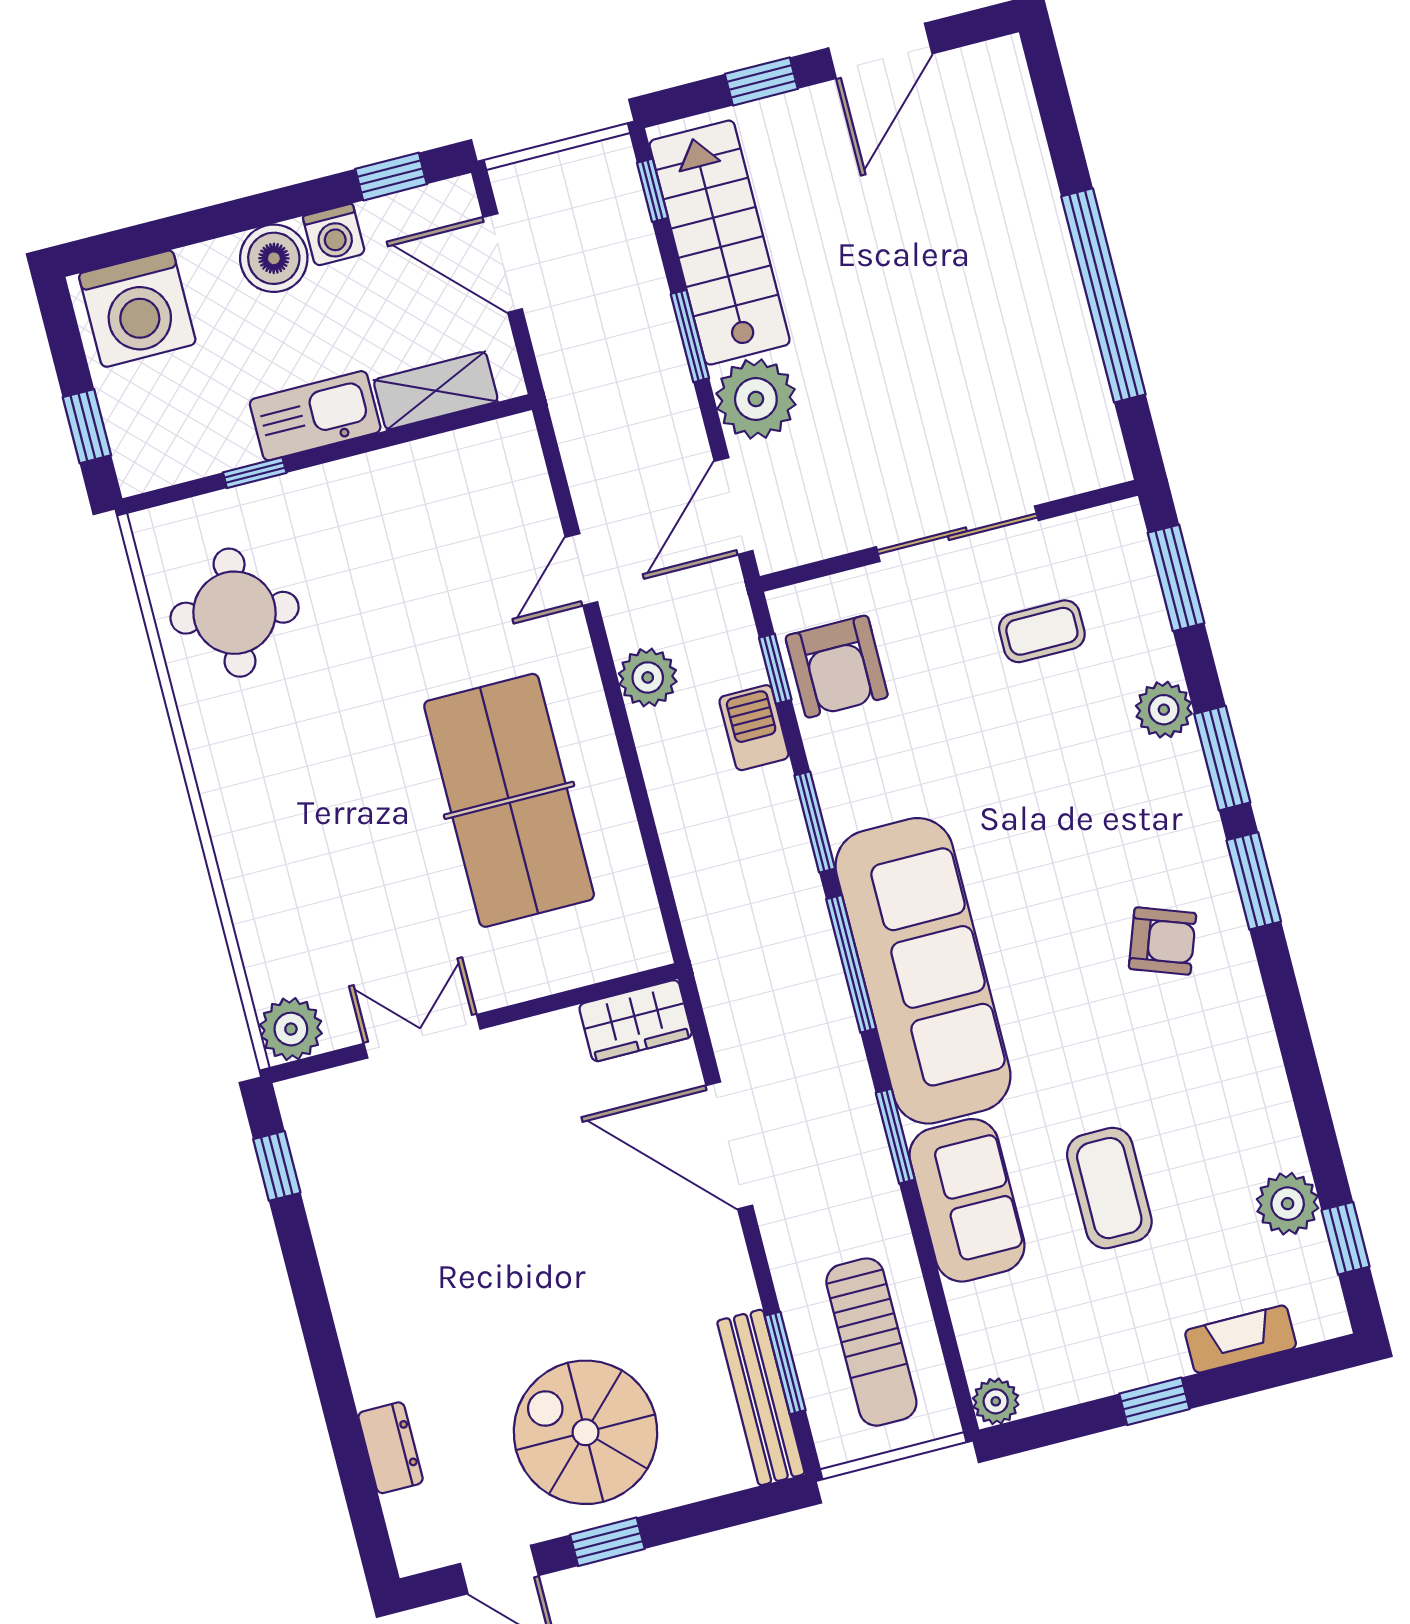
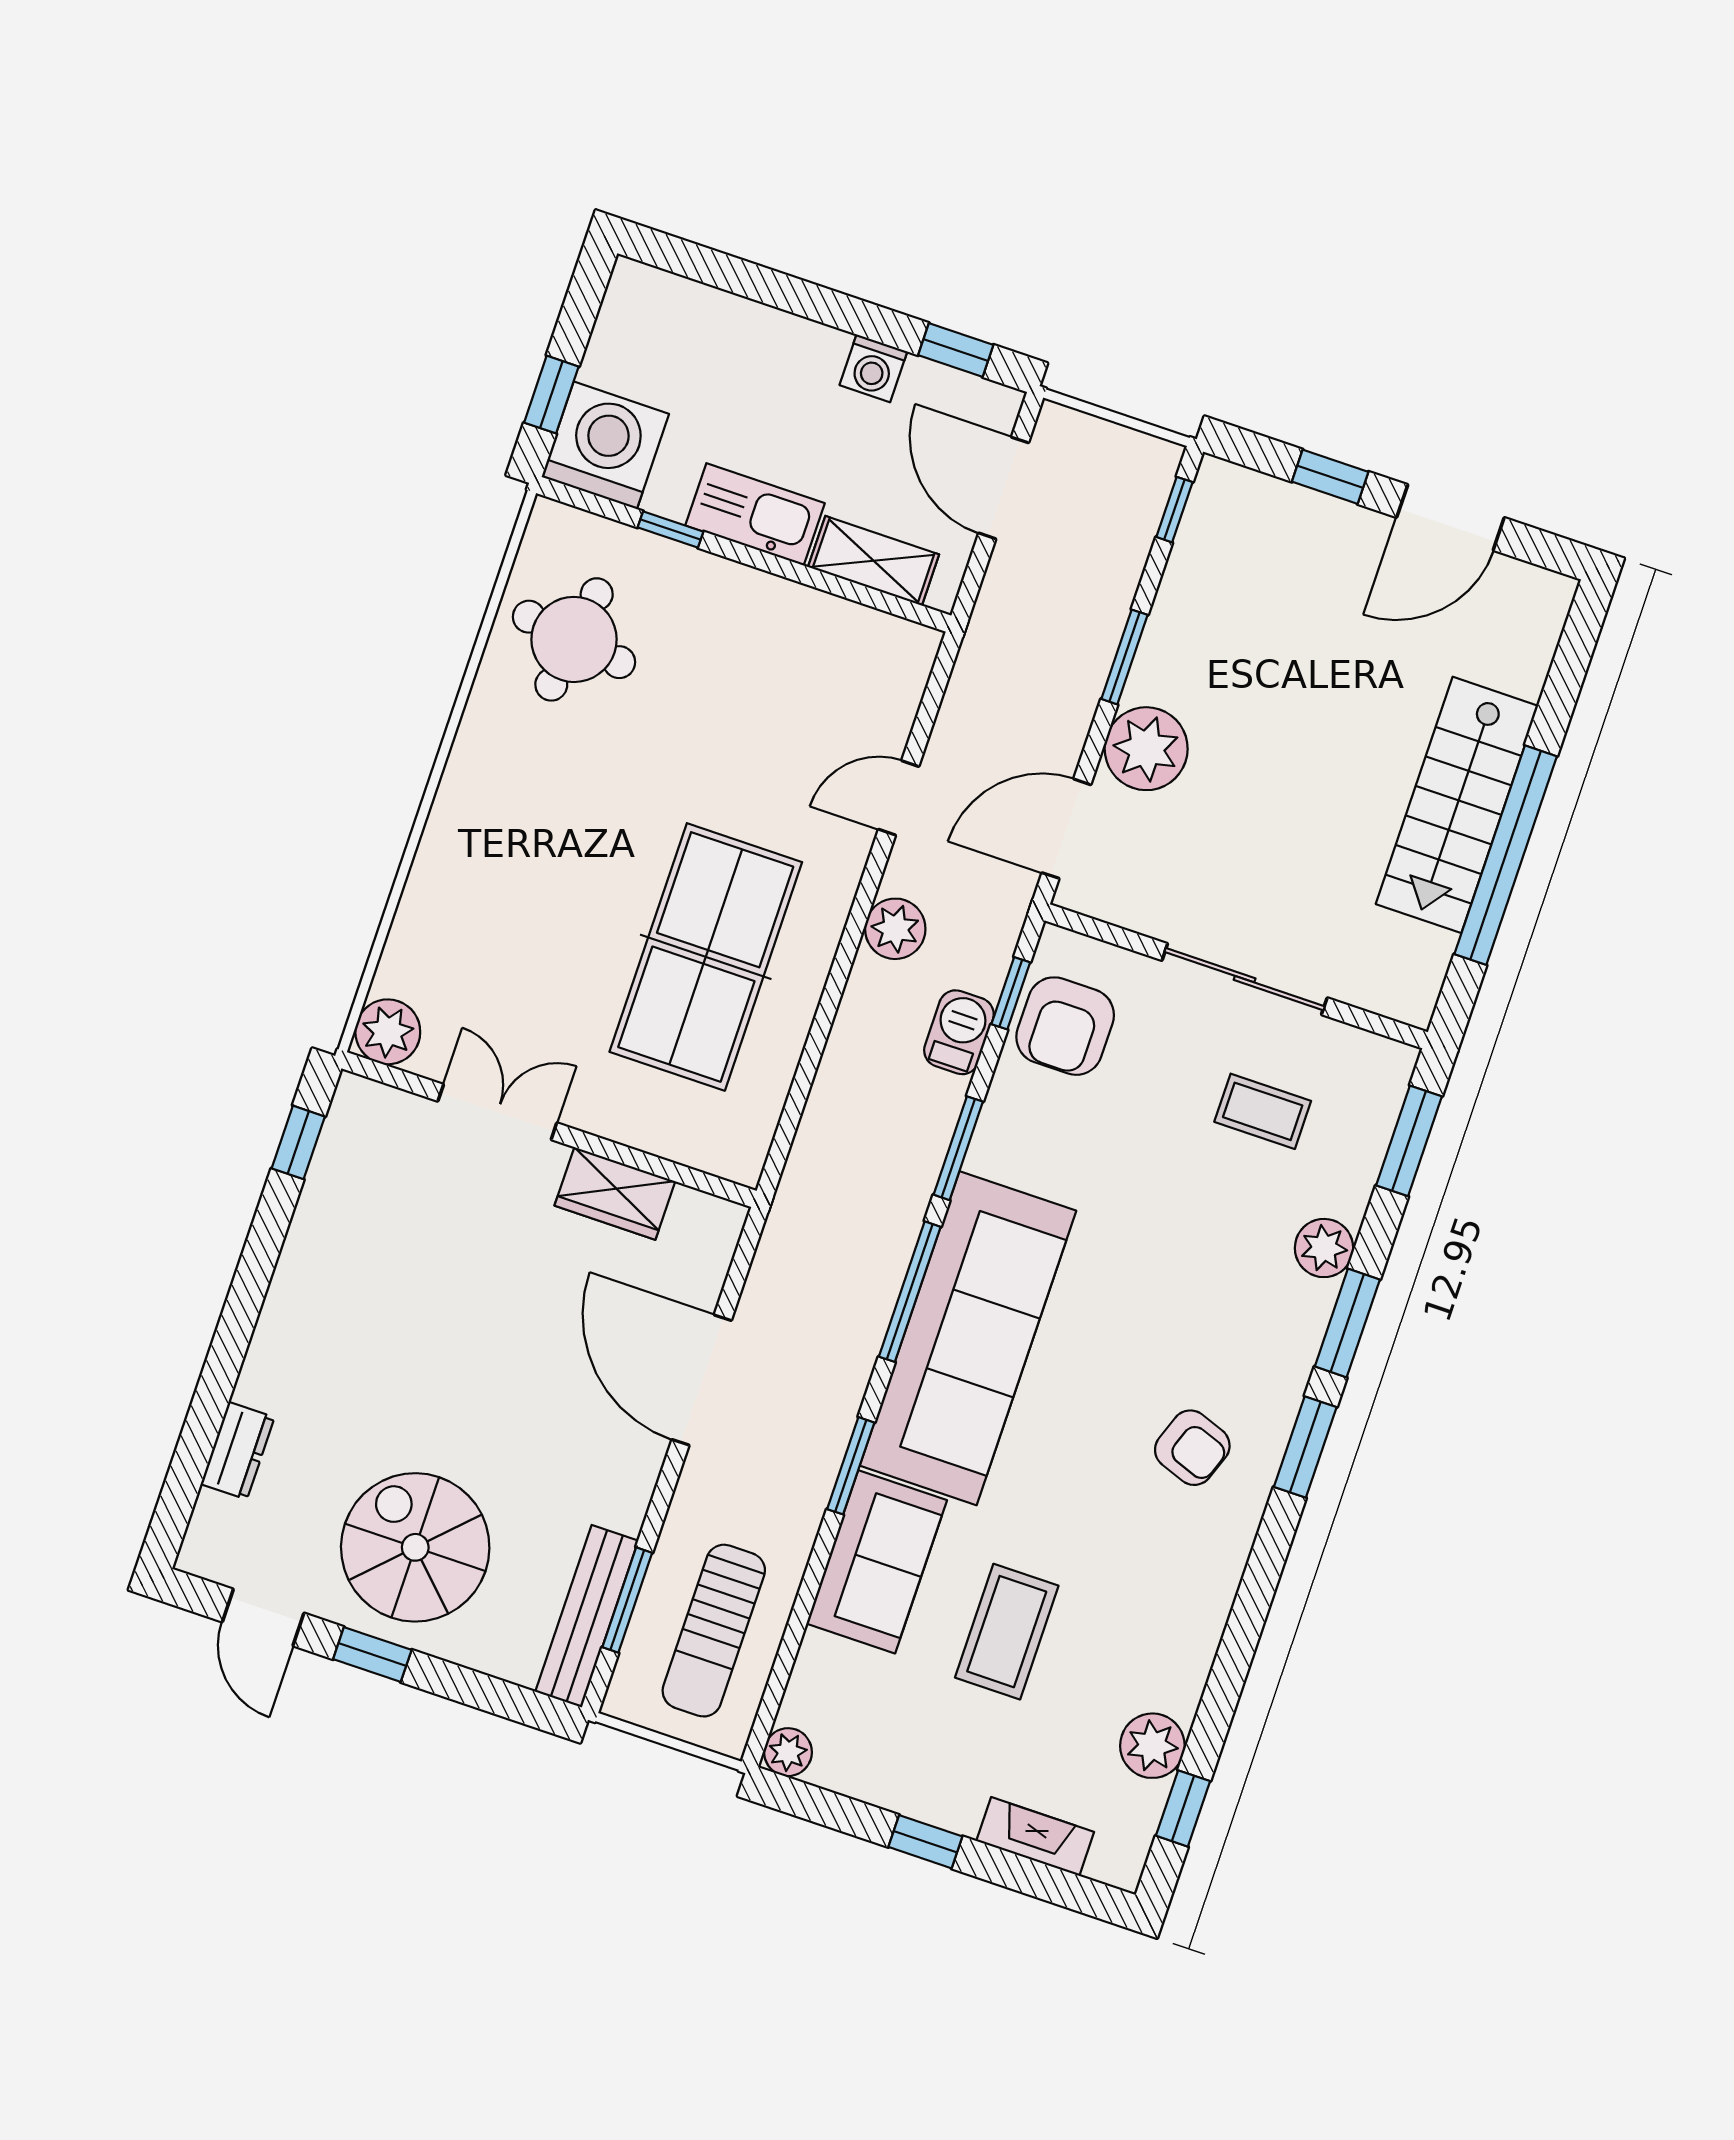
stairs: (720, 243) -> (1457, 805), moved, turned 180
boiler: (274, 258) -> (808, 355), removed
washing machine: (137, 309) -> (605, 445), moved, turned 180
wardrobe: (636, 1021) -> (615, 1193), moved

